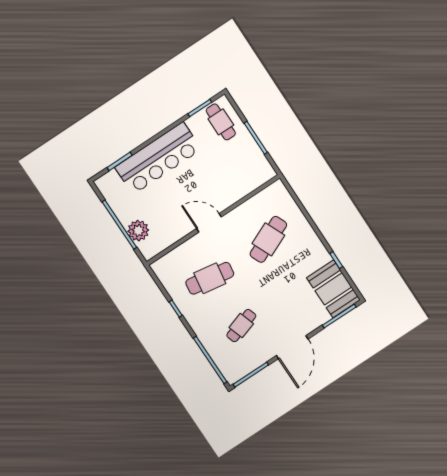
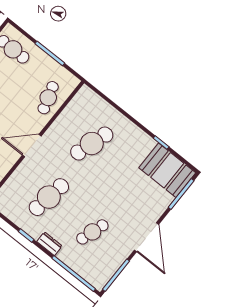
cafe table: (240, 181) -> (48, 98), added
cafe table: (268, 239) -> (92, 144), turned 42
dresser: (196, 324) -> (49, 244), added
cafe table: (241, 326) -> (92, 232), turned 36

